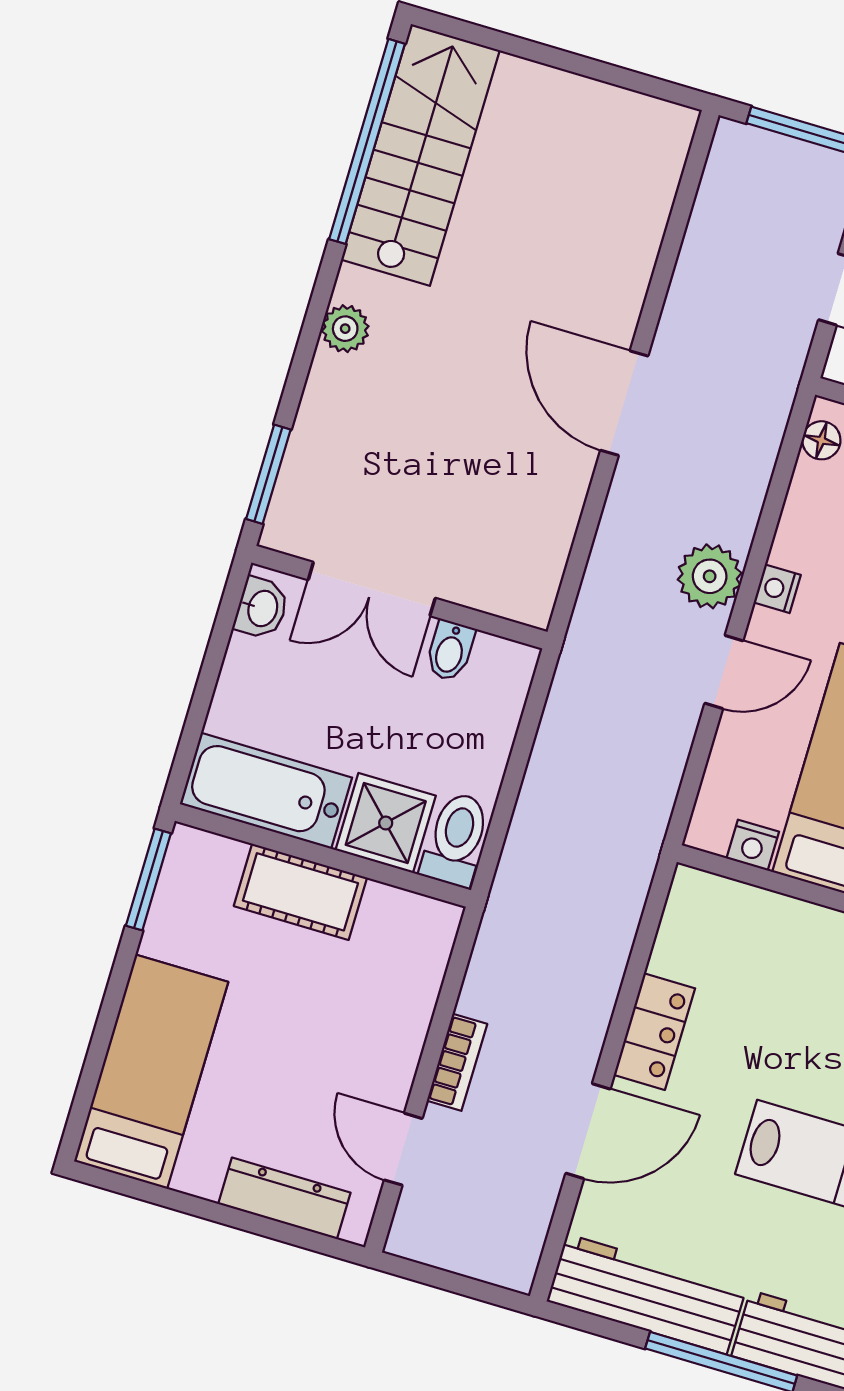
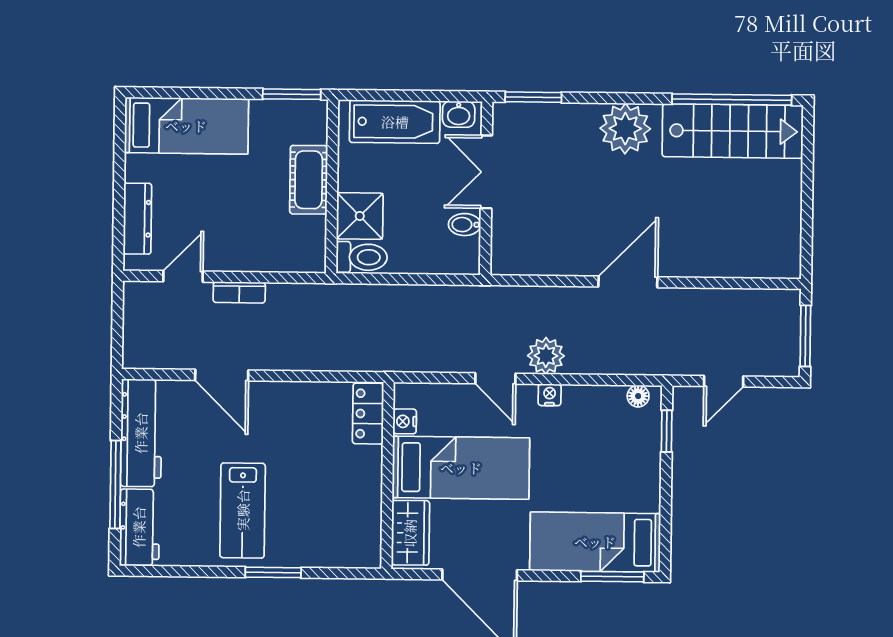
plant: (345, 329) -> (625, 129), width x1.88, depth x1.88
bathtub: (266, 791) -> (395, 122), moved, turned 90
locker: (654, 1032) -> (368, 414), moved, turned 90

